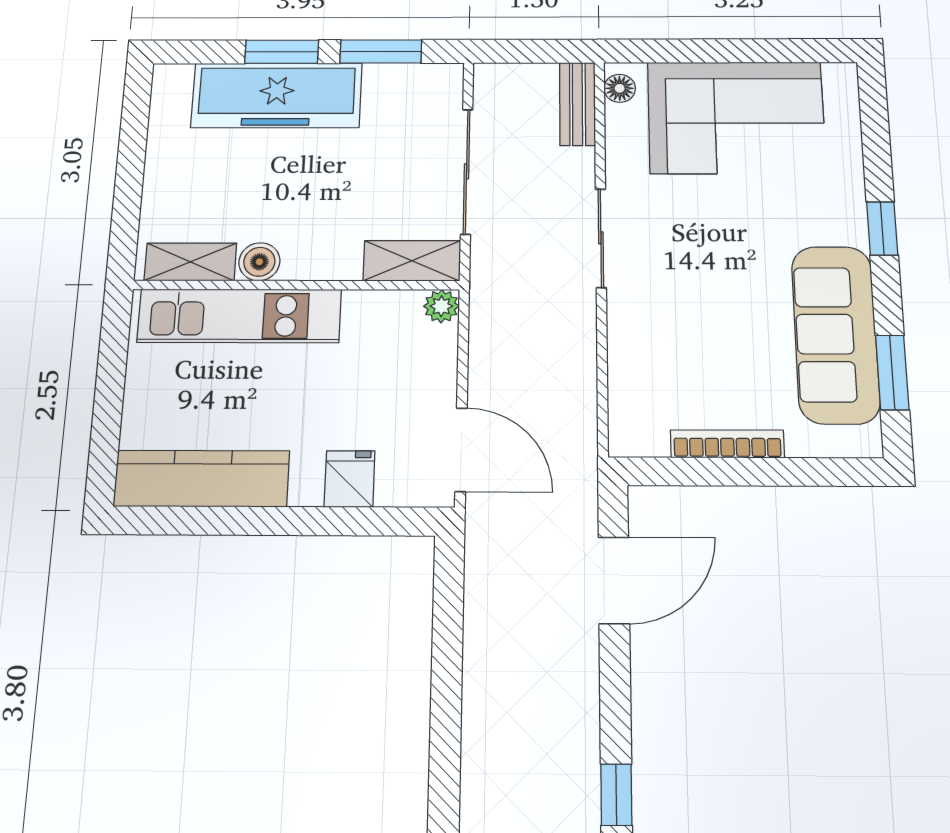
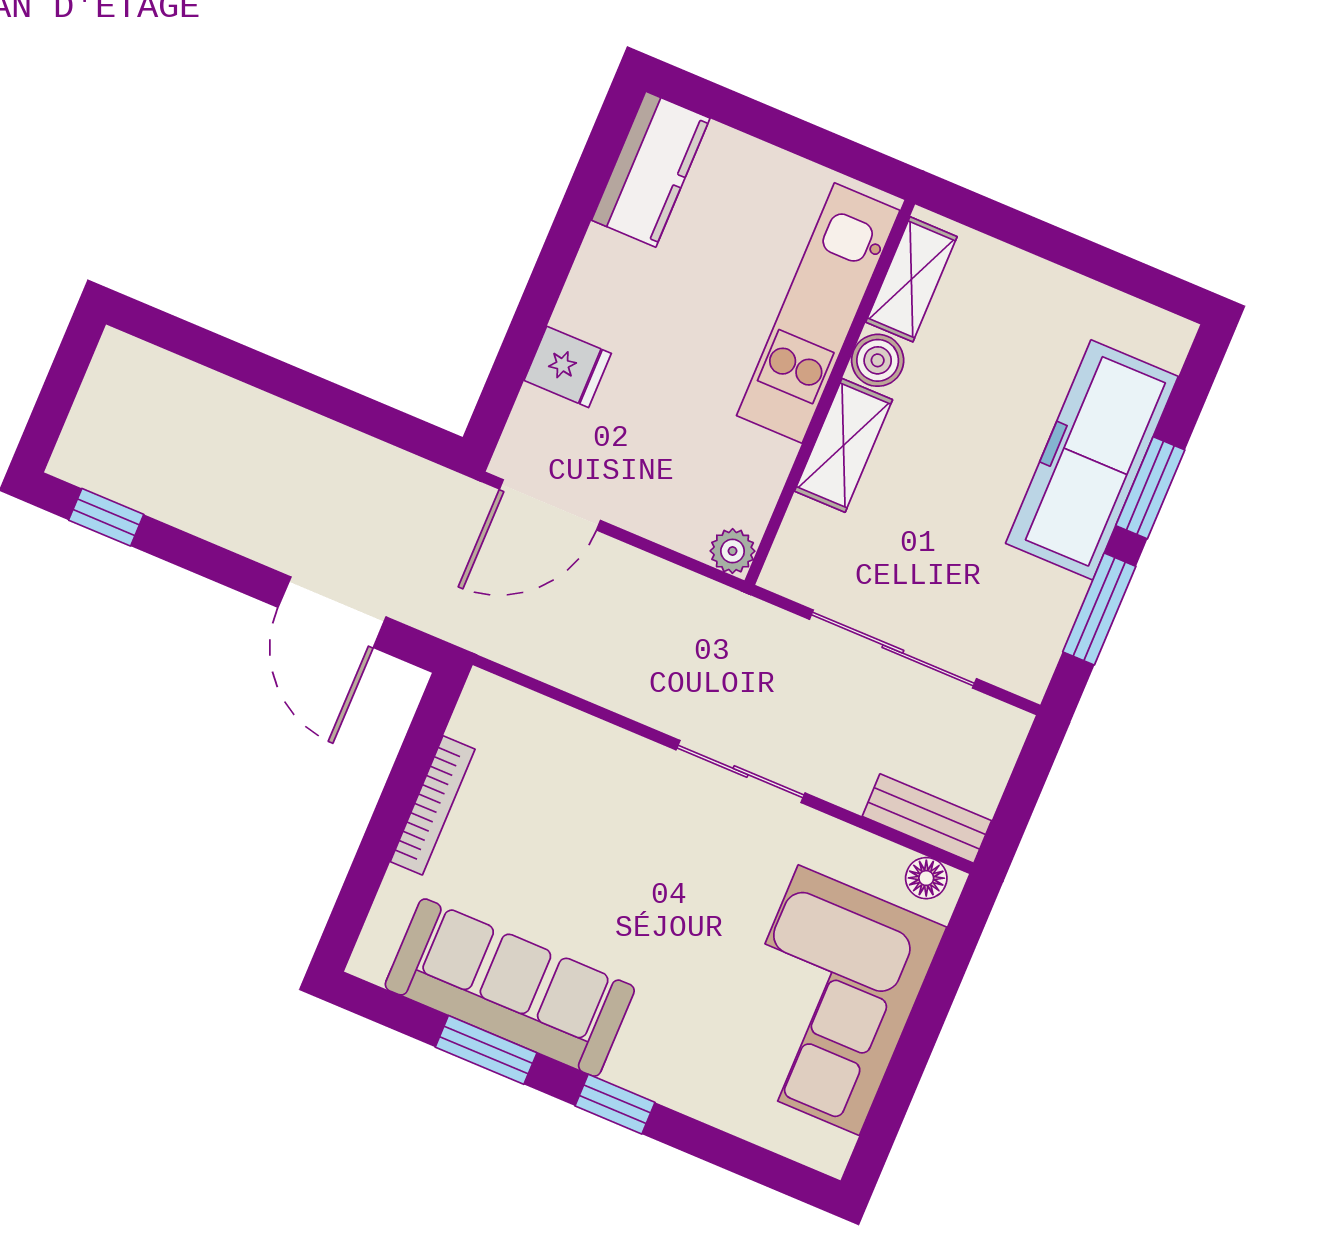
shelving: (412, 261) -> (843, 445), moved
window: (892, 372) -> (486, 1050), moved
kitchen counter: (202, 478) -> (651, 169), width x0.67

